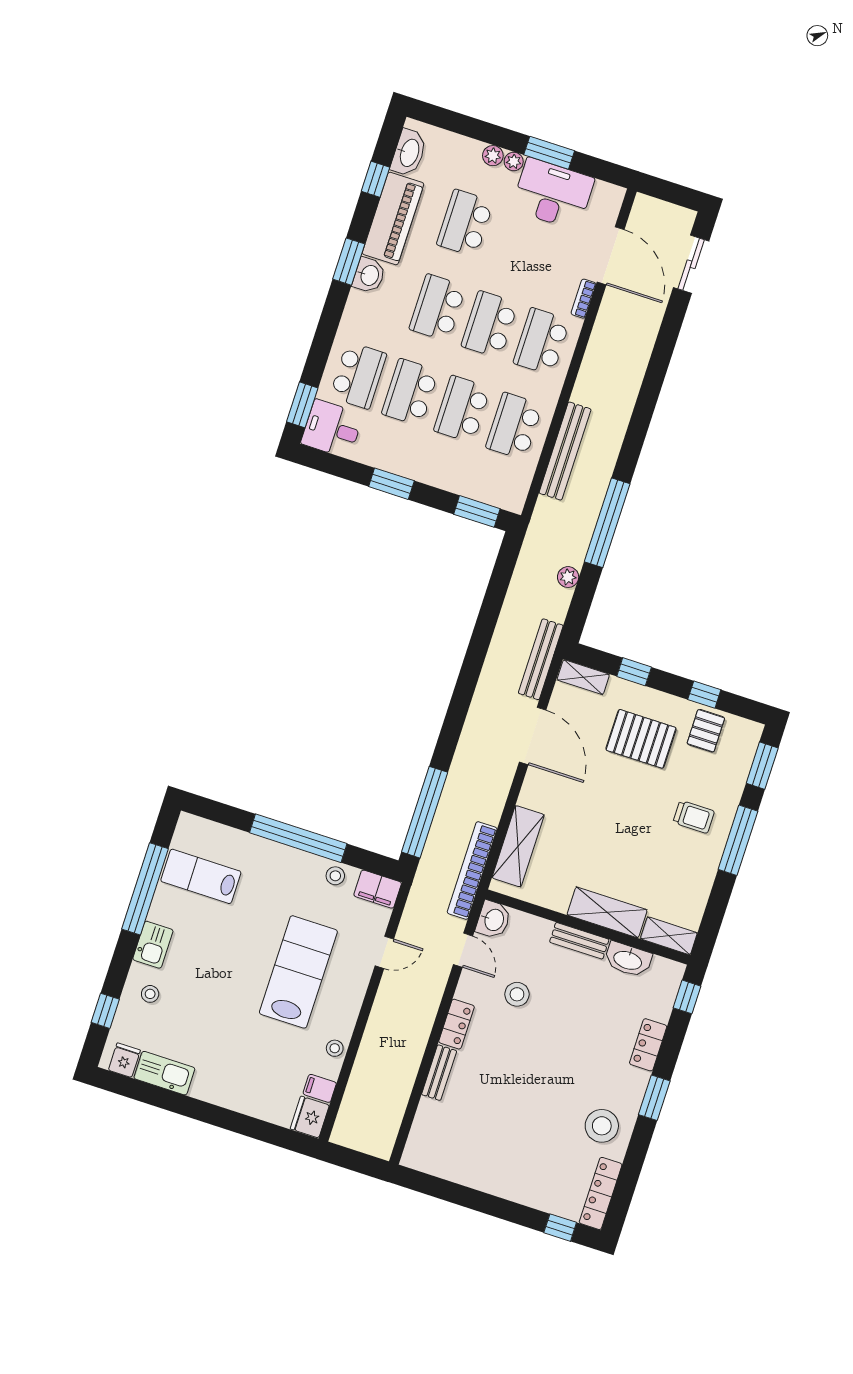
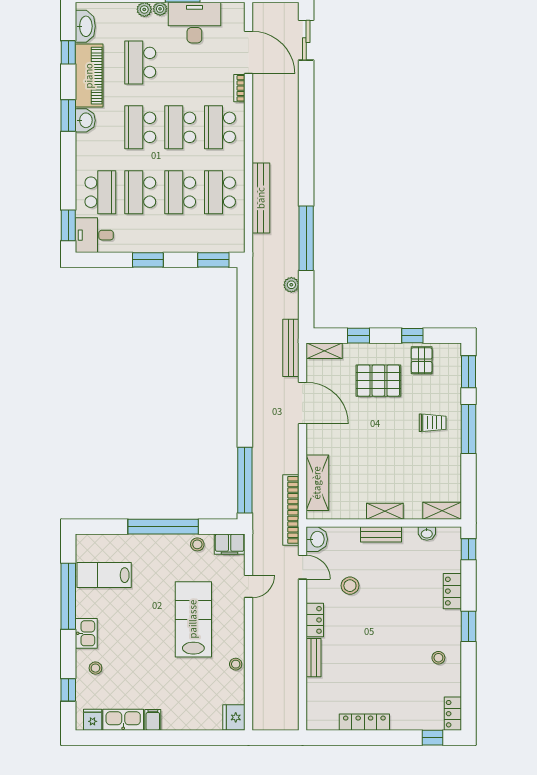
shelving: (607, 912) -> (385, 511), width x0.67, depth x0.75
washbasin: (628, 960) -> (427, 534), width x0.52, depth x0.69
filing cabinet: (320, 1088) -> (153, 720), moved, turned 90
stool: (602, 1126) -> (438, 658), width x0.53, depth x0.53
locker: (478, 1179) -> (364, 722), added
locker: (601, 1193) -> (453, 714), width x0.66

